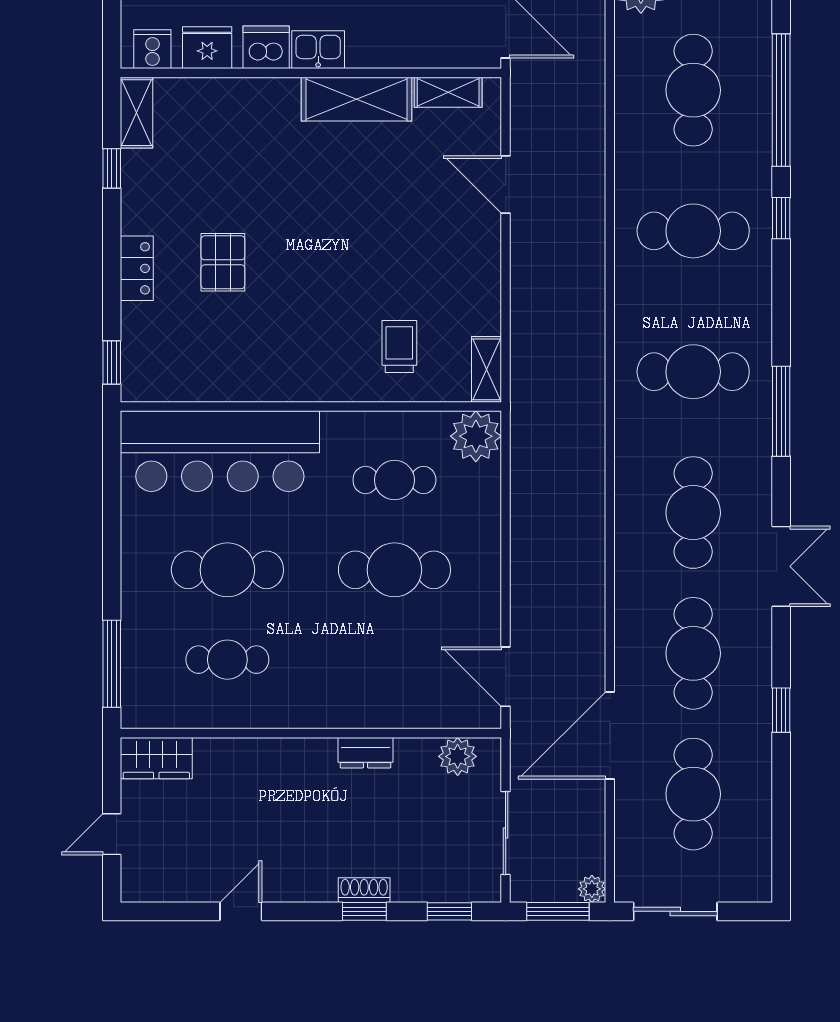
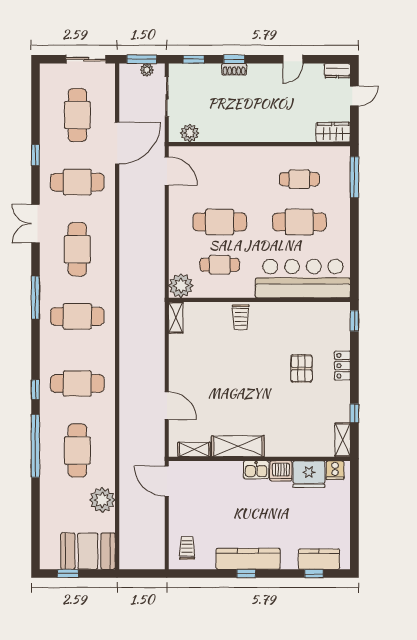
fridge: (207, 48) -> (309, 474), width x1.36, depth x1.34
trolley: (399, 347) -> (241, 317), moved
cafe table: (693, 653) -> (77, 182), turned 90
dresser: (366, 753) -> (337, 71), moved, turned 180
plant: (592, 889) -> (147, 70), moved

